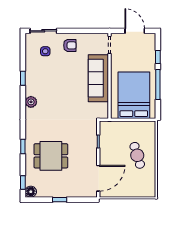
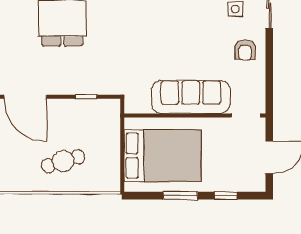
window: (158, 85) -> (180, 196), width x0.69

